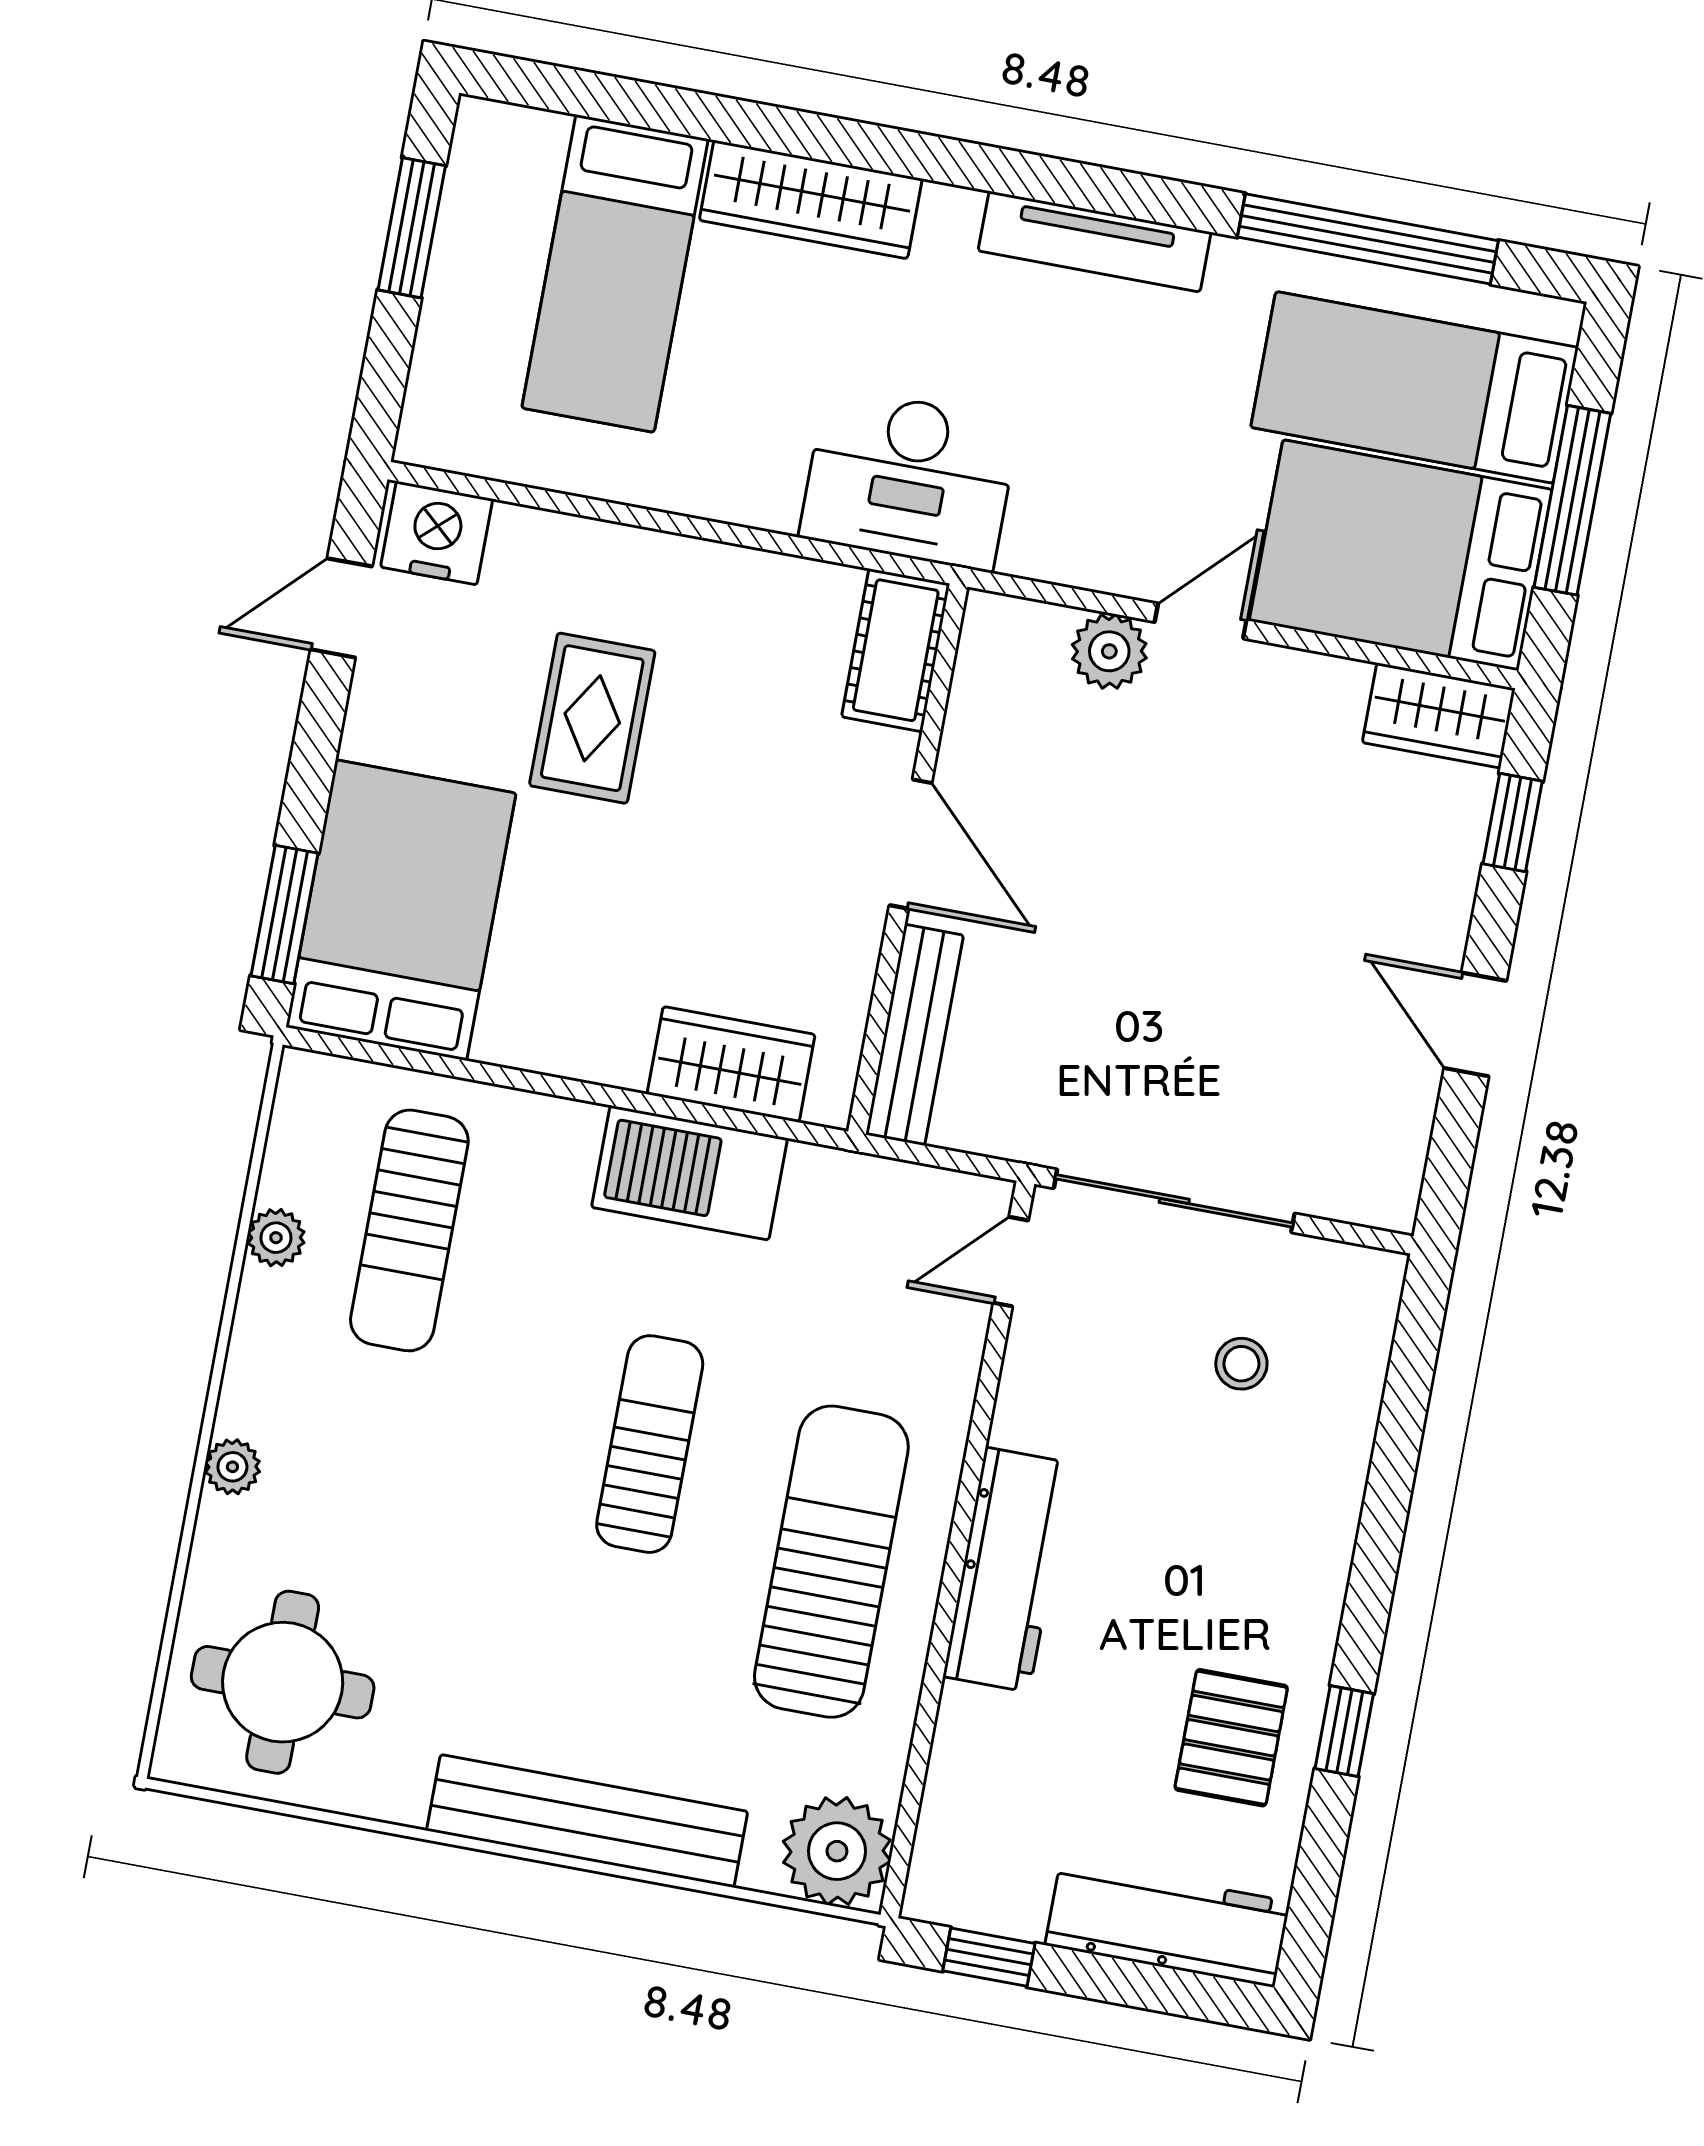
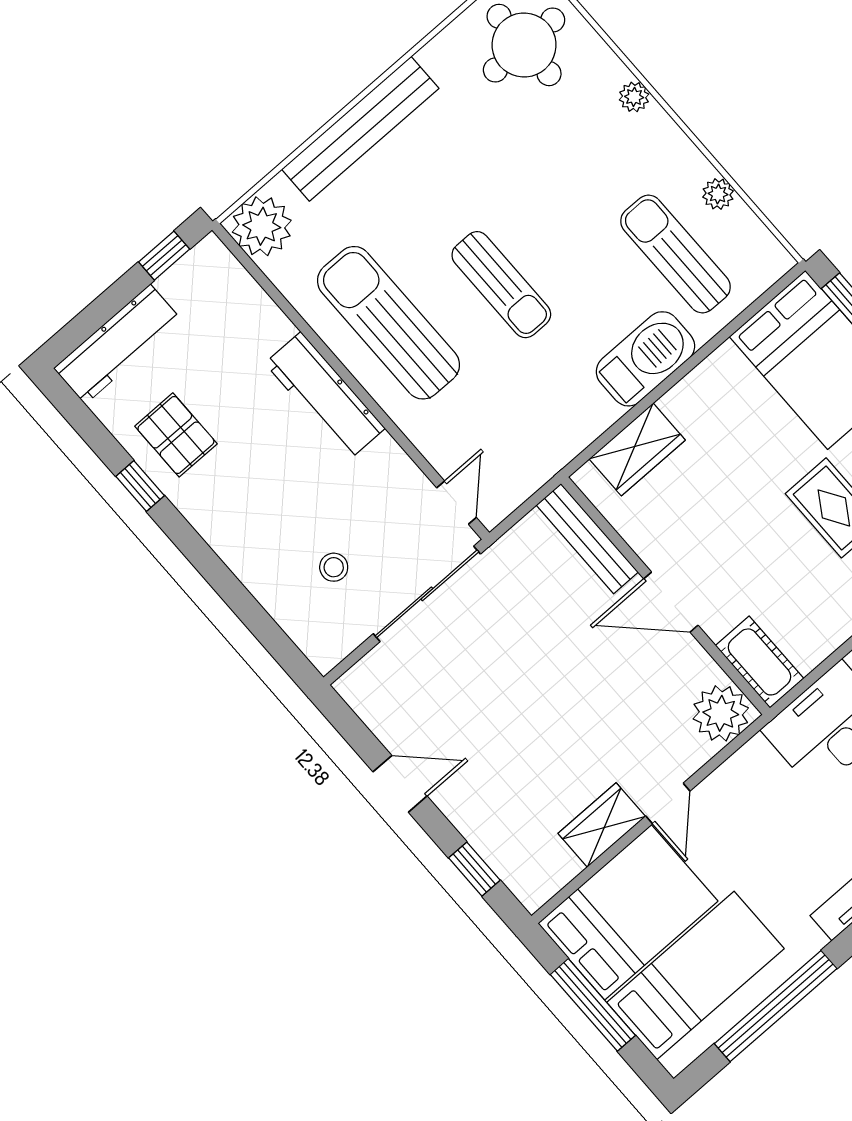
plant: (1109, 651) -> (721, 713), moved, width x1.36, depth x1.36
wardrobe: (1439, 715) -> (602, 825), moved
barbecue: (690, 1173) -> (645, 359), moved
sun lounger: (831, 1562) -> (388, 323), turned 180

